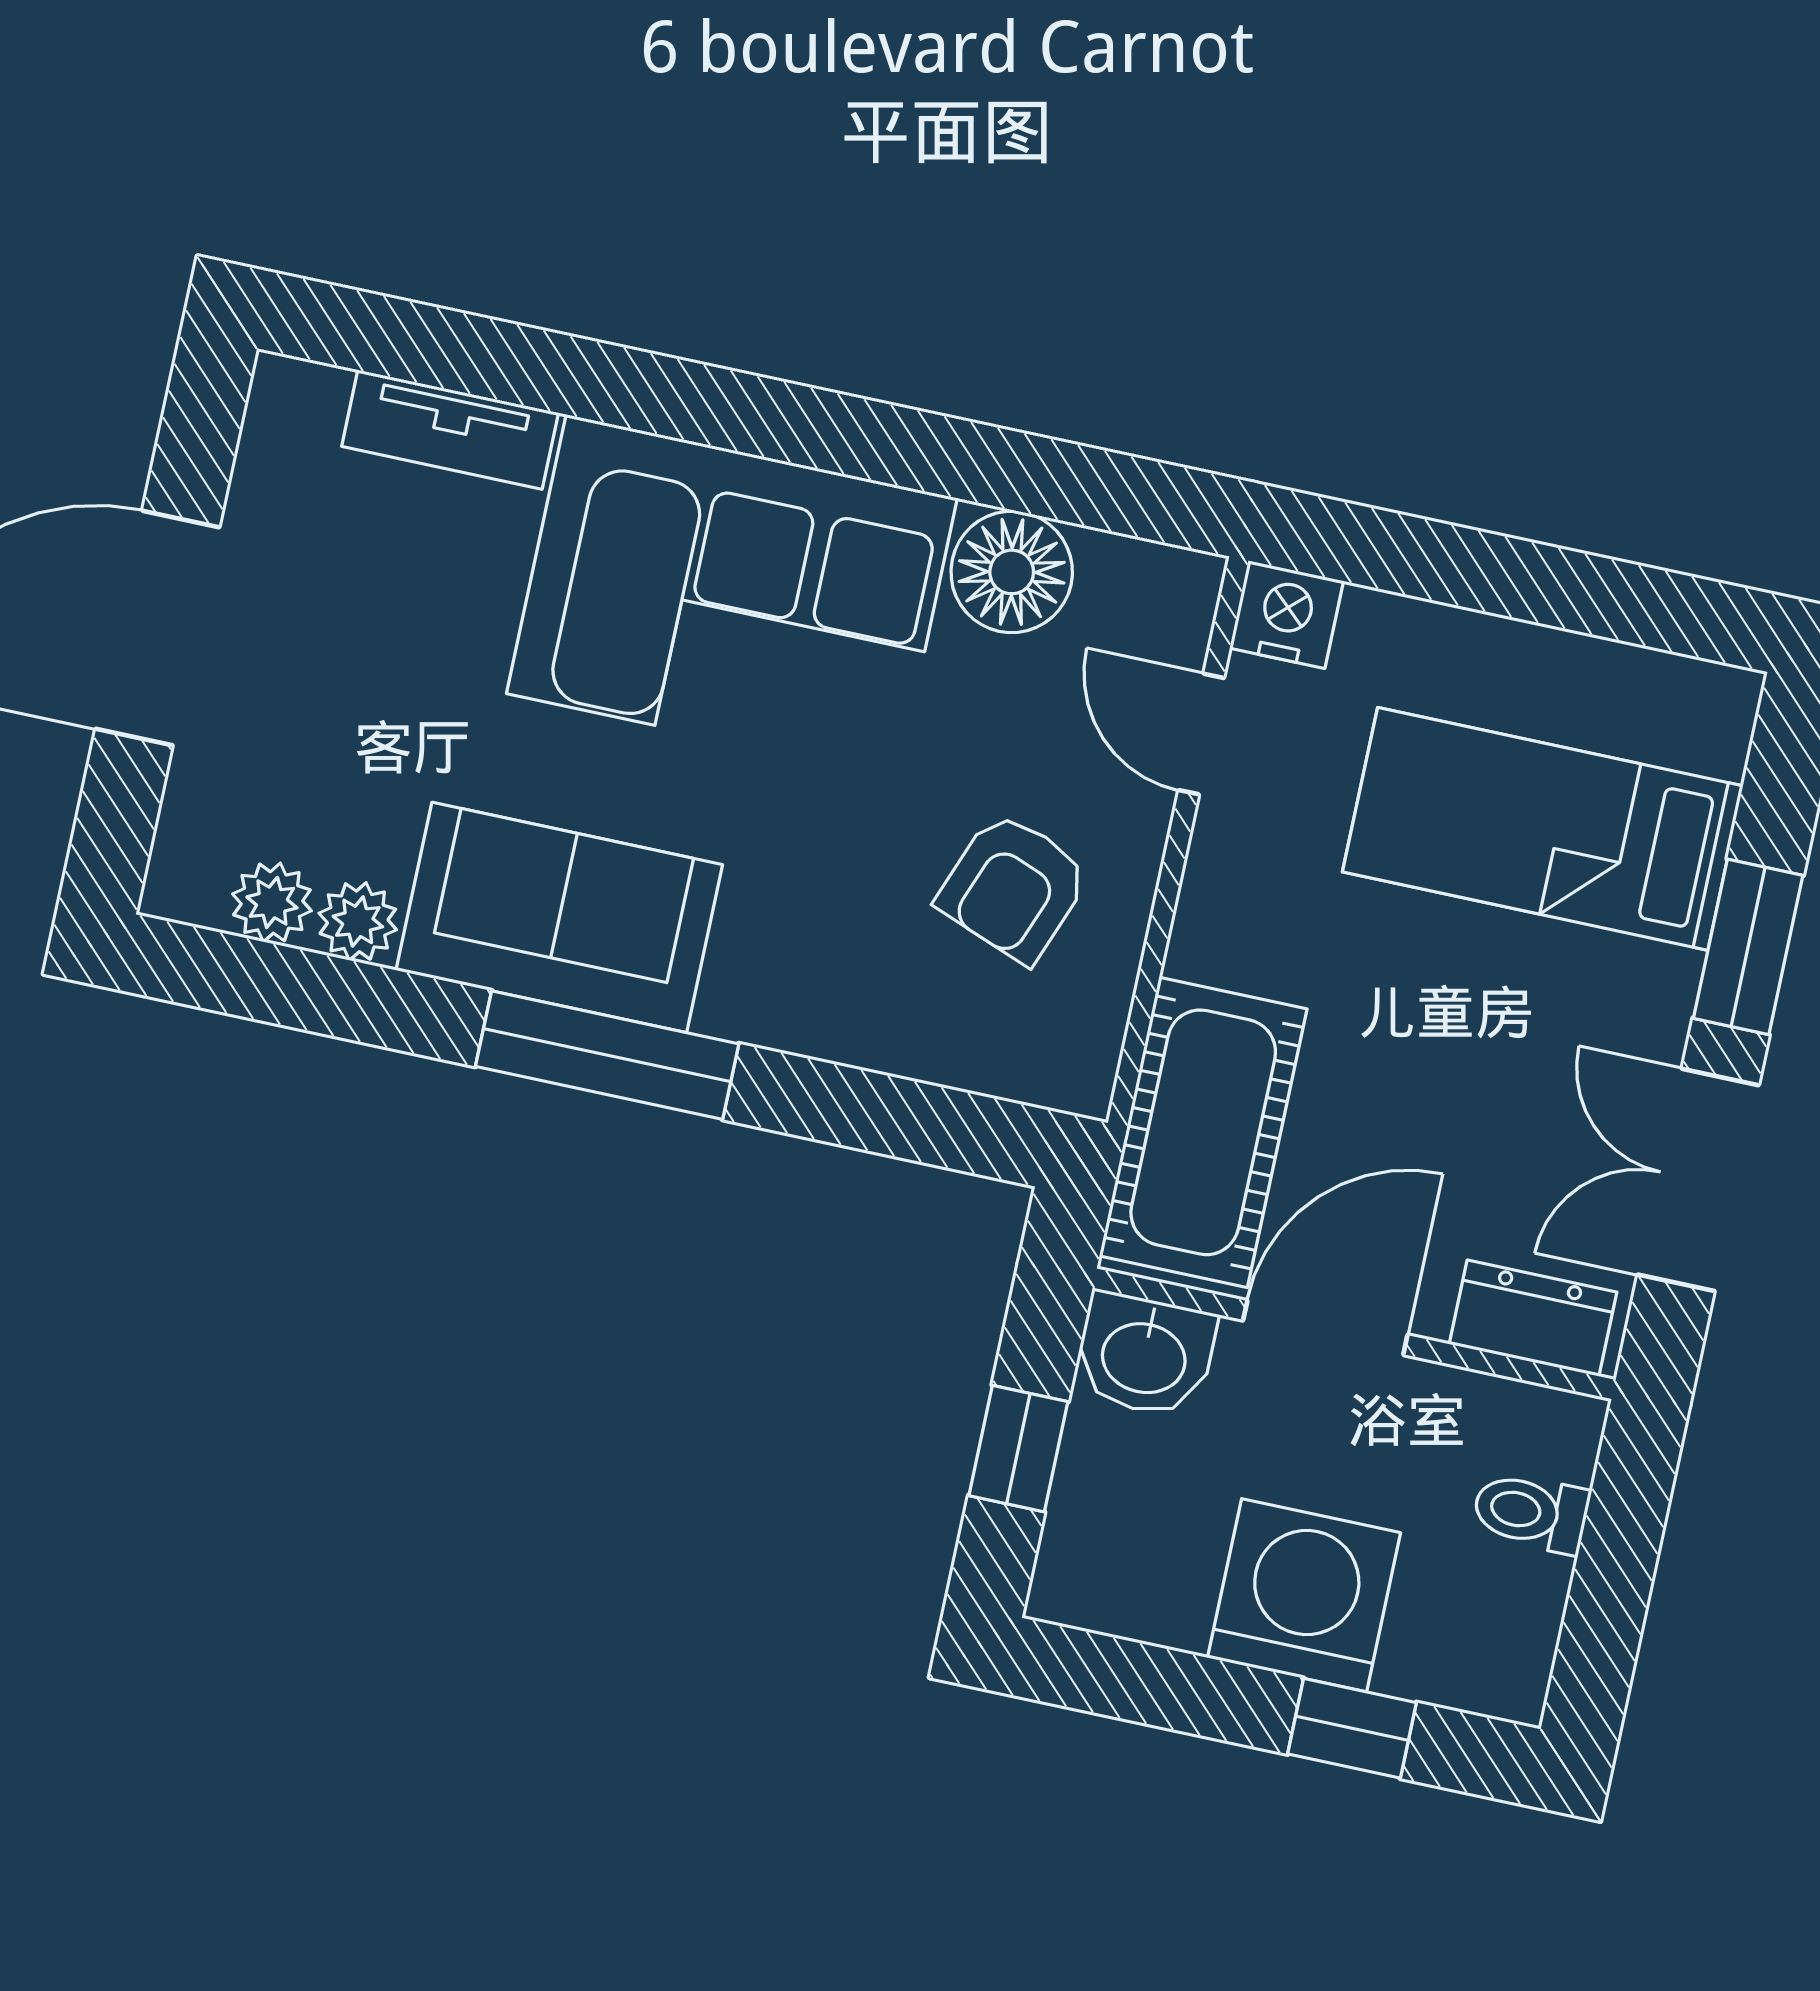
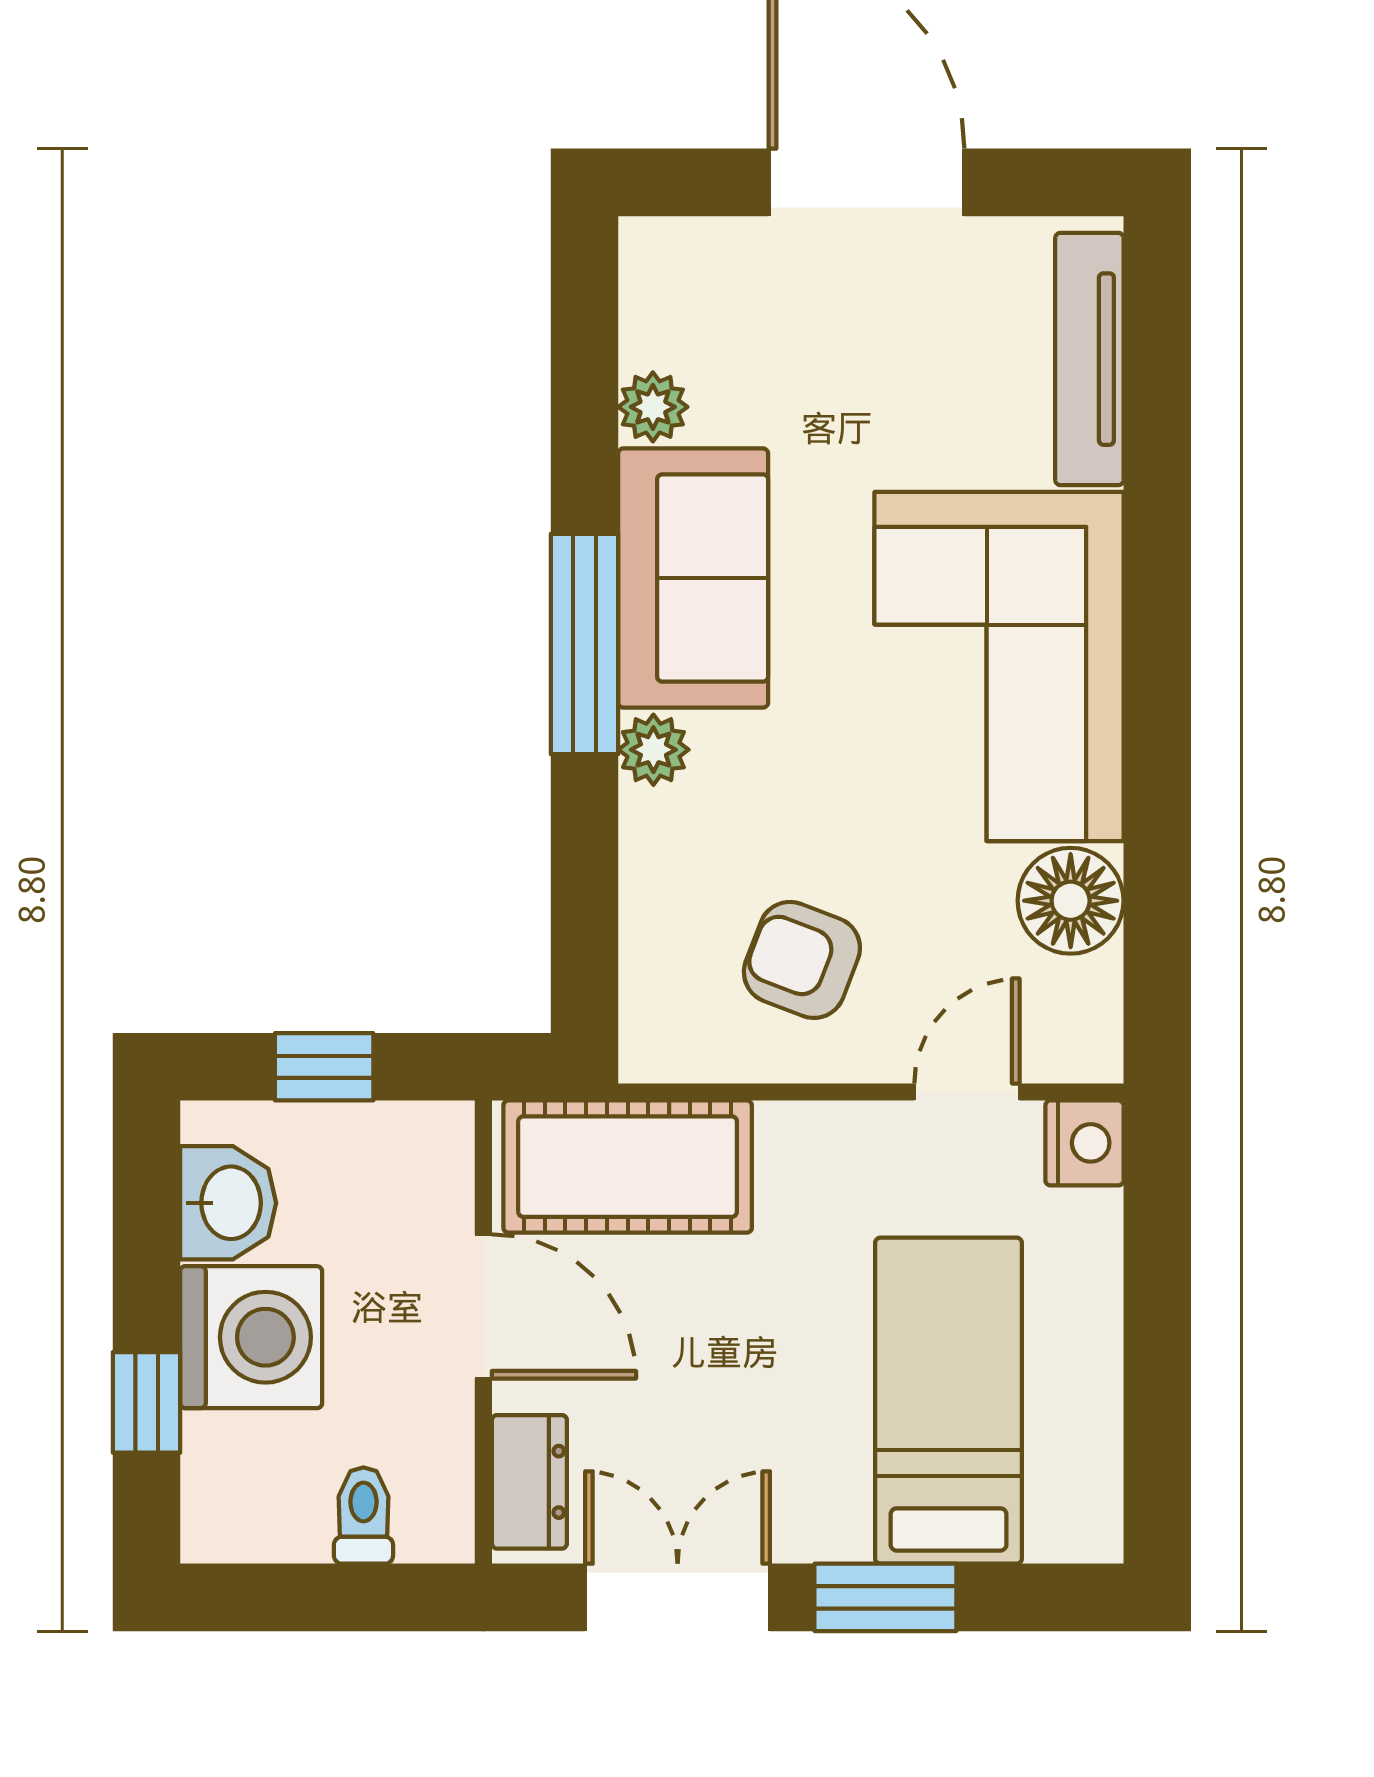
tv unit: (450, 429) -> (1089, 359), width x1.41
plant: (272, 902) -> (653, 750), moved
washbasin: (1144, 1355) -> (228, 1203), moved, turned 180

